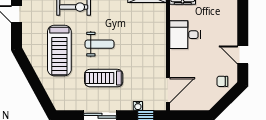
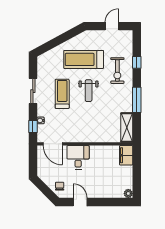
desk: (185, 35) -> (78, 157), moved
door: (243, 55) -> (80, 202), hinge flipped

